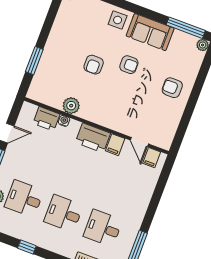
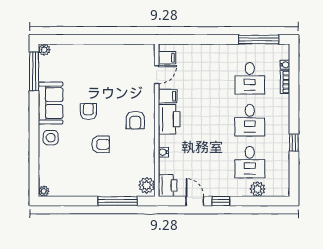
window: (34, 61) -> (118, 201), width x1.44
armchair: (172, 88) -> (135, 120), moved
plant: (71, 106) -> (147, 185), moved
printer: (46, 119) -> (168, 186), moved

